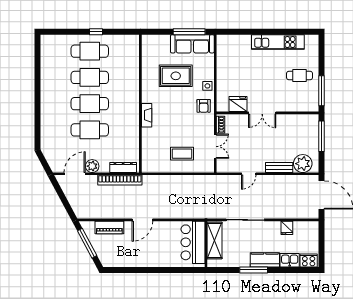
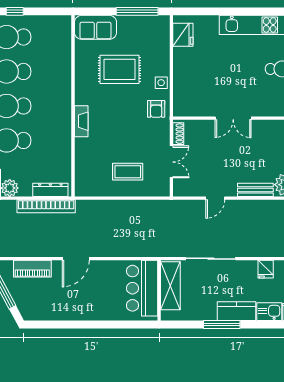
sofa: (192, 44) -> (95, 27), moved, width x0.73
fridge: (238, 104) -> (183, 35), moved, turned 90

